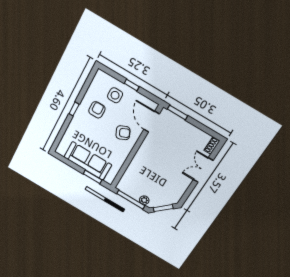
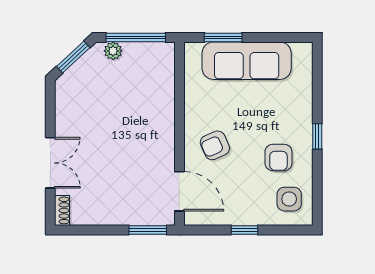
side table: (115, 95) -> (289, 199), moved

